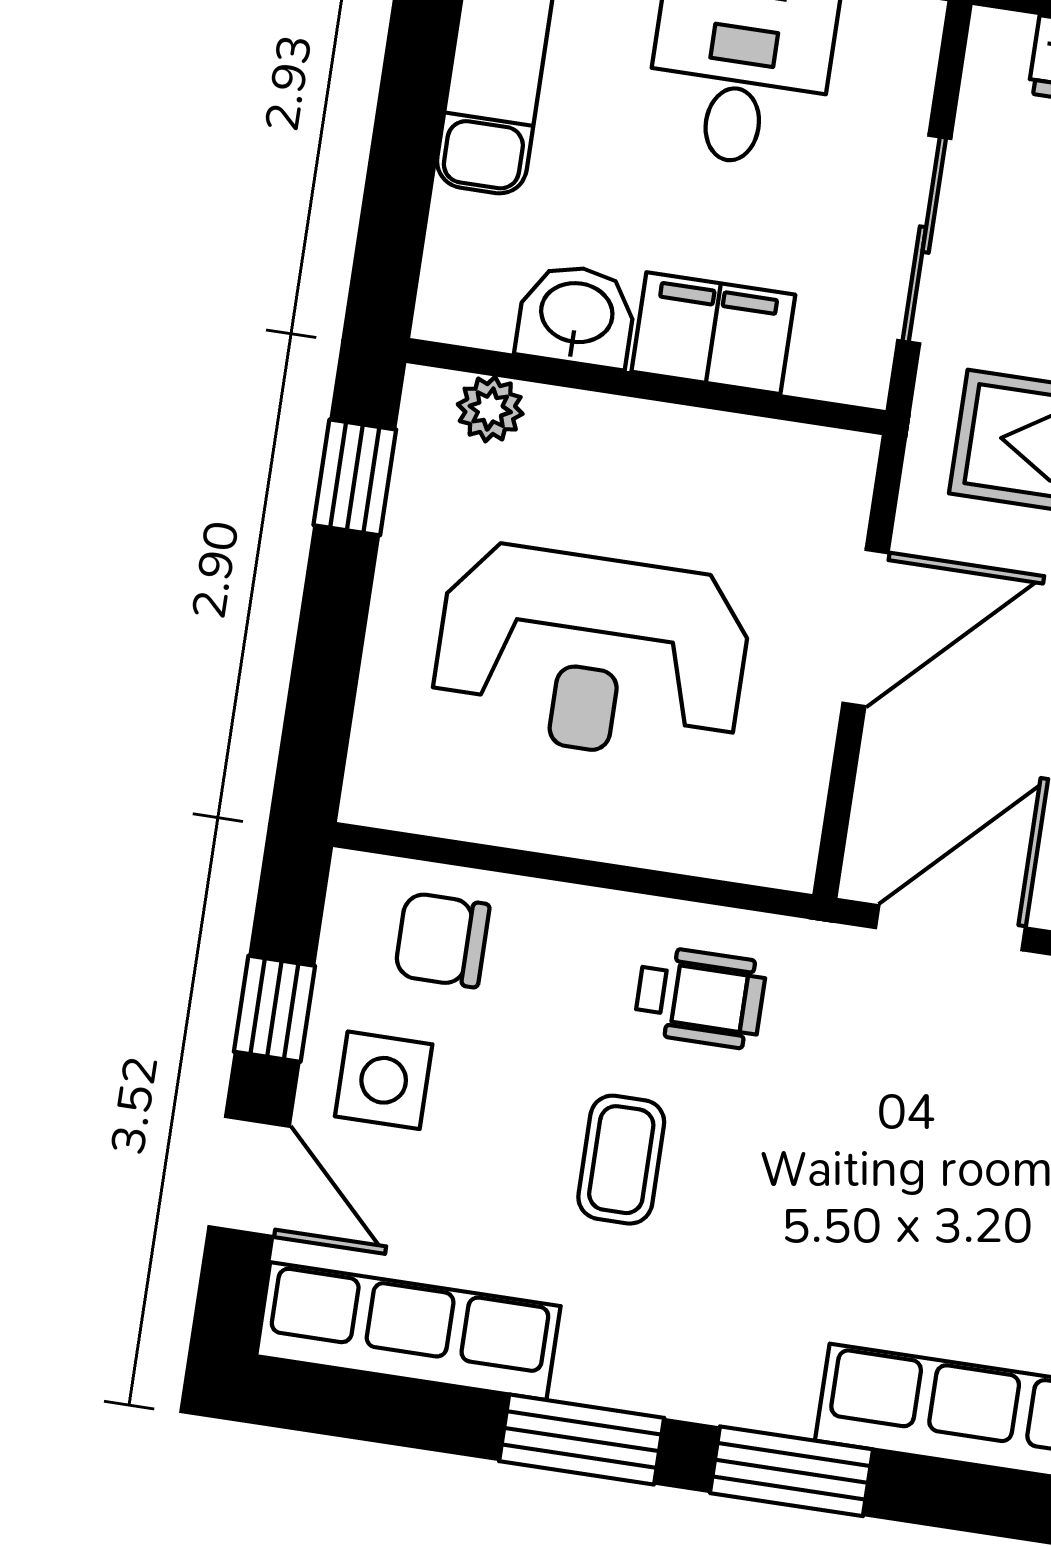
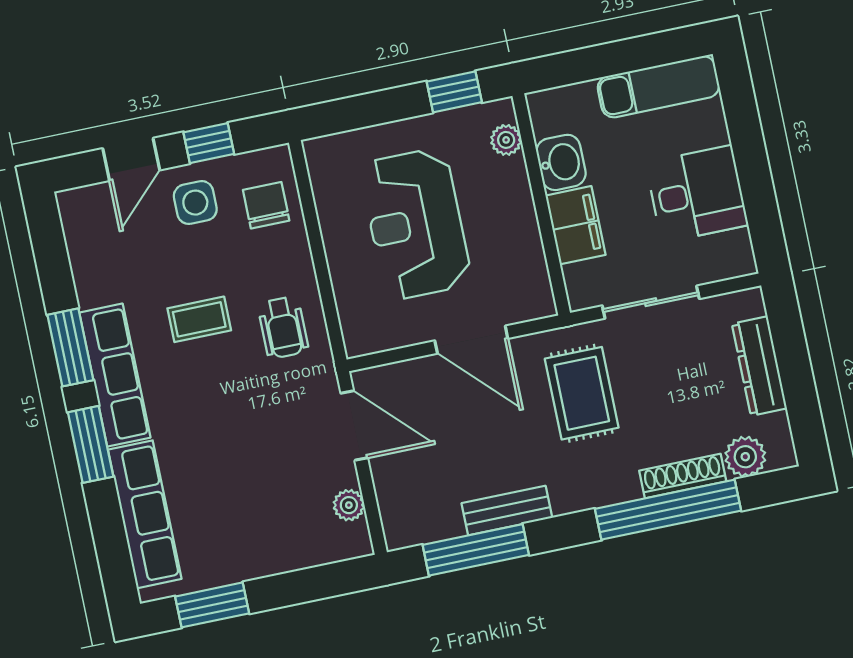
row of seats: (408, 1331) -> (115, 375), moved

